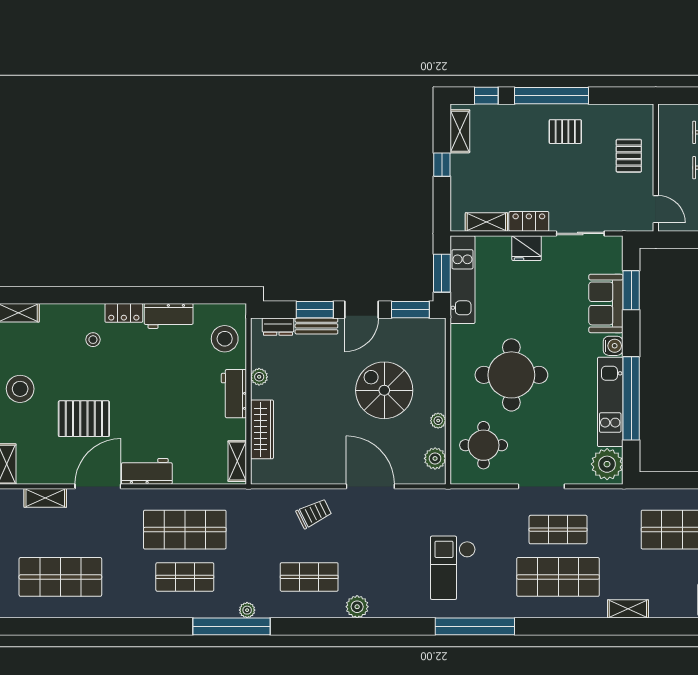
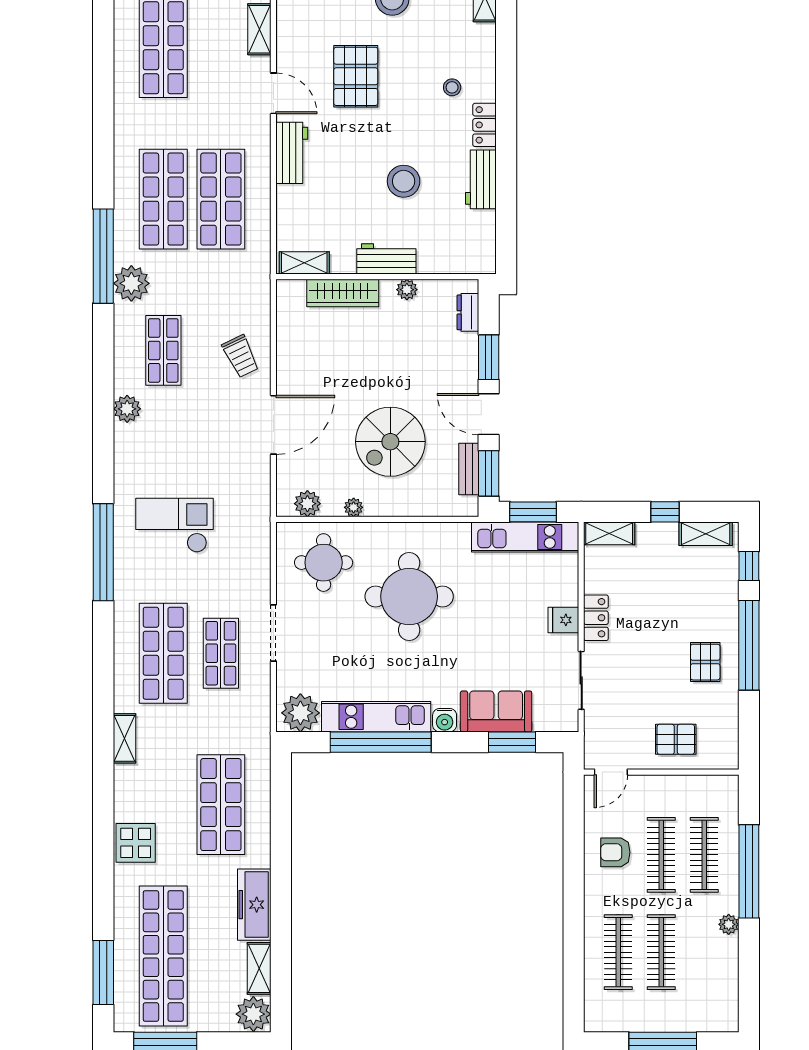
shelving: (486, 222) -> (609, 533), moved, turned 90
fridge: (527, 248) -> (563, 620), width x0.72
bench: (316, 326) -> (469, 469), moved
stool: (225, 339) -> (404, 181), moved
spiral stairs: (384, 390) -> (390, 442), turned 180
door: (98, 486) -> (273, 93), width x0.73
shop shelf: (185, 577) -> (163, 199), width x1.43, depth x1.36
plant: (247, 610) -> (131, 283), width x1.88, depth x1.88

